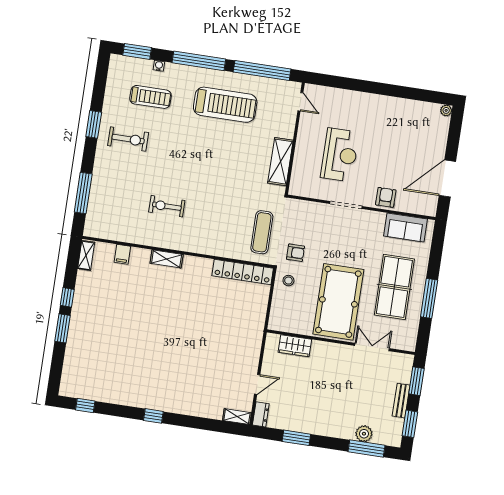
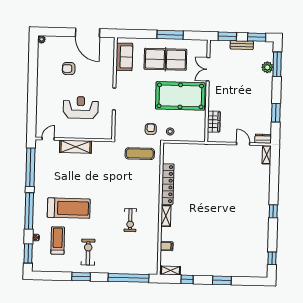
treadmill: (225, 105) -> (69, 208), moved, turned 90
shelving: (280, 162) -> (75, 147), moved
window: (83, 193) -> (128, 278), width x1.46
armchair: (386, 197) -> (69, 69), moved
locker: (243, 272) -> (168, 184), moved
window: (67, 297) -> (187, 279), moved

